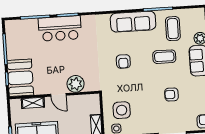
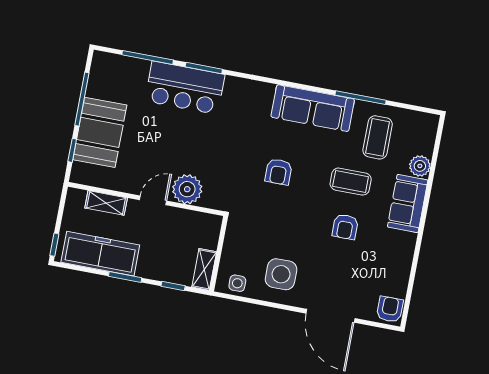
booth: (20, 78) -> (100, 132), moved
armchair: (171, 94) -> (345, 227), moved, turned -90
door: (58, 95) -> (153, 200), swing flipped
side table: (122, 110) -> (281, 274), moved

